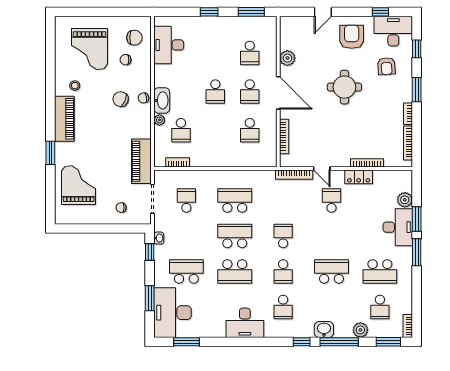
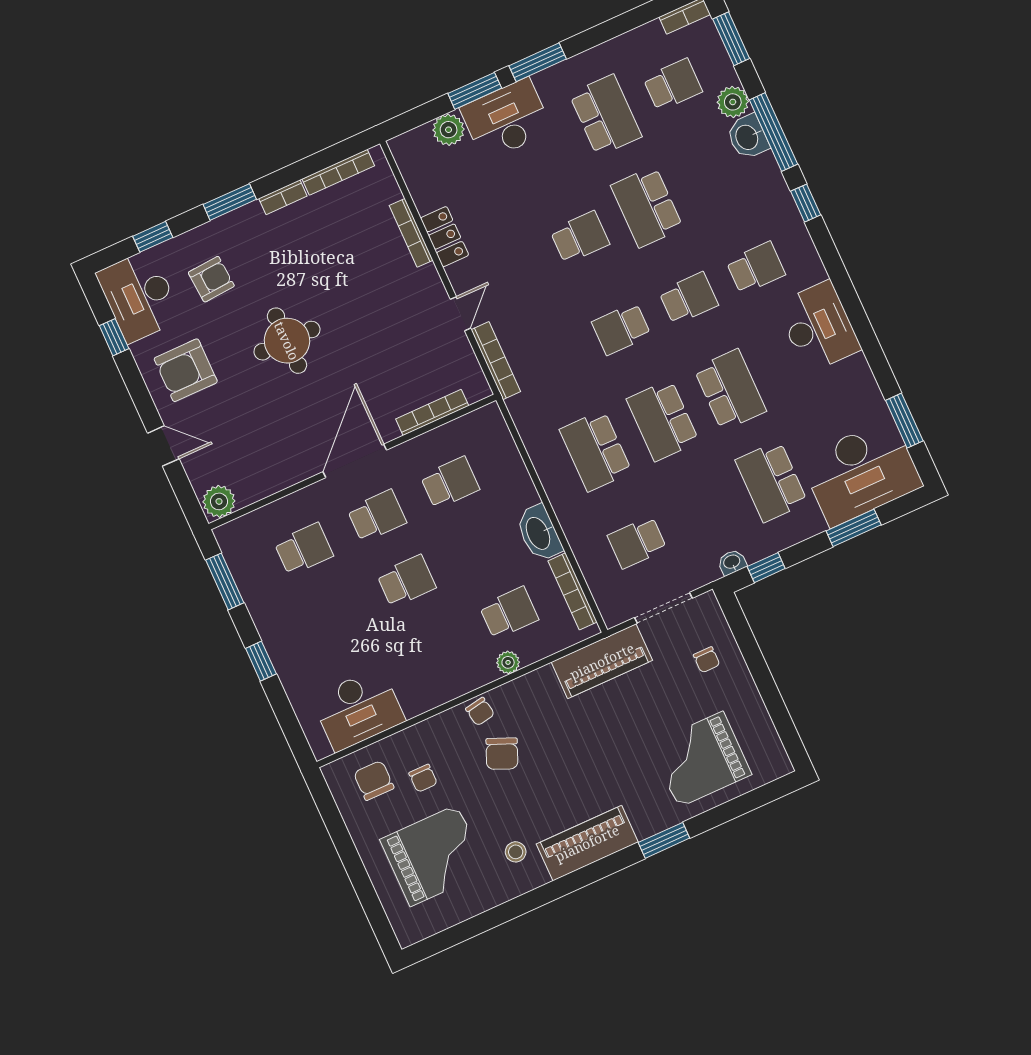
plant: (287, 58) -> (219, 501), moved
washbasin: (162, 100) -> (539, 533), moved, turned -90
bookcase: (178, 162) -> (573, 591), width x1.56
school desk: (332, 200) -> (580, 237), moved, turned 180
washbasin: (324, 330) -> (748, 137), moved

